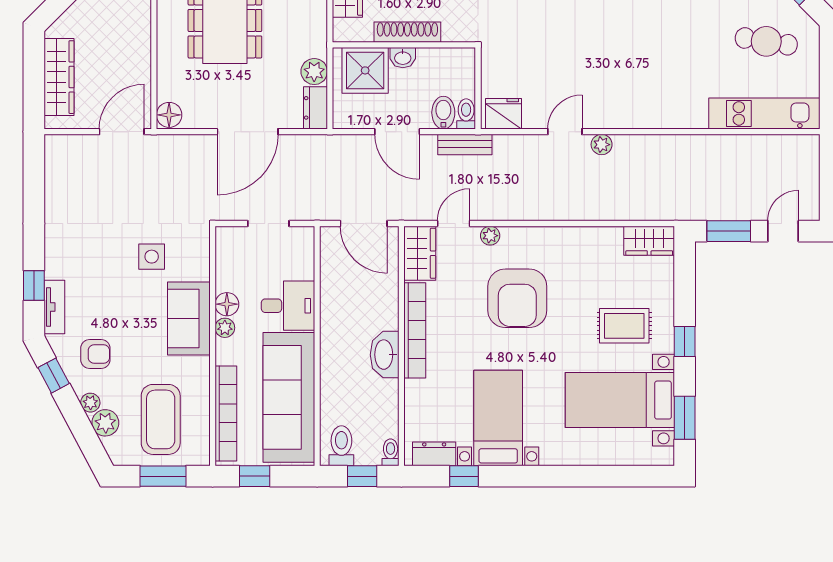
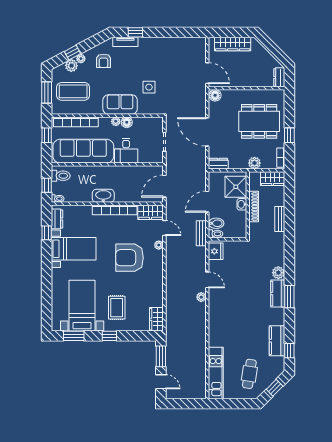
plant: (314, 72) -> (254, 163), moved
window: (54, 376) -> (73, 53), moved

